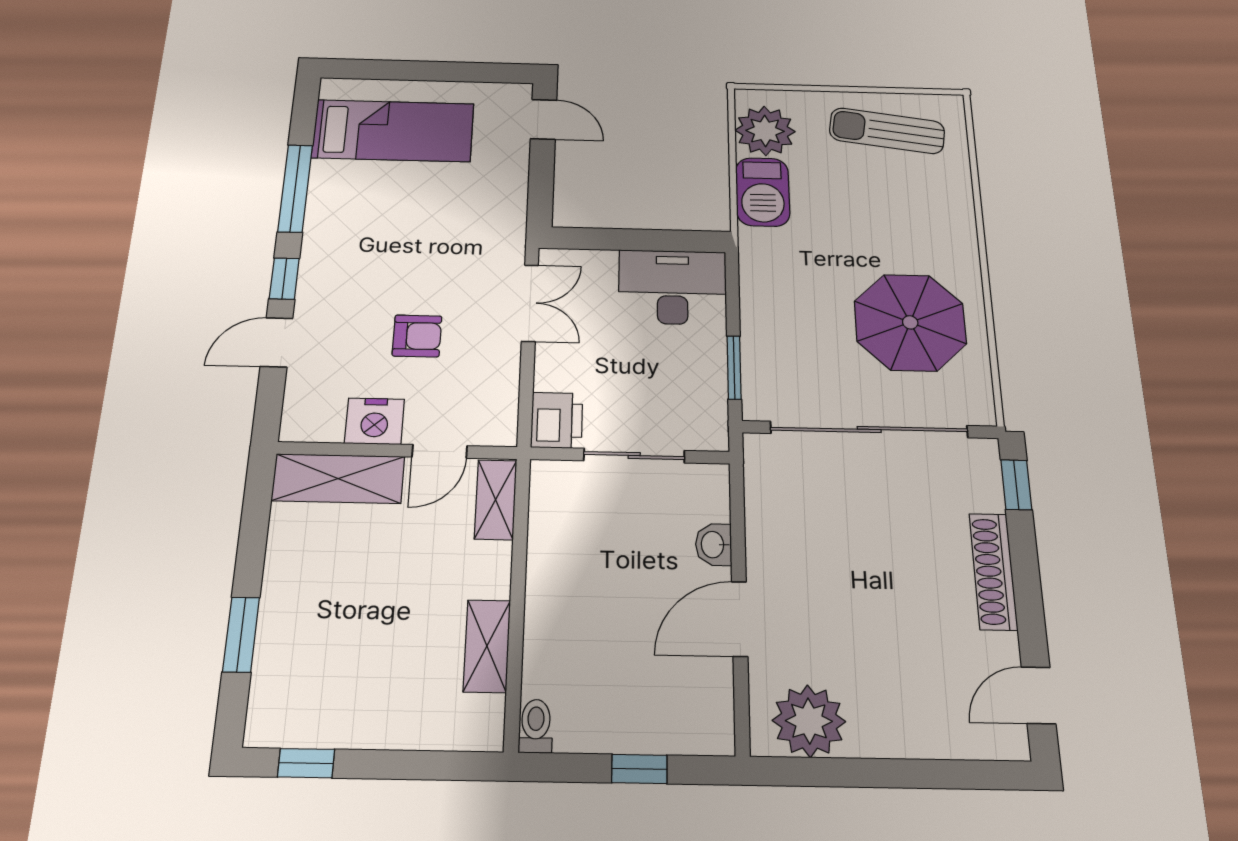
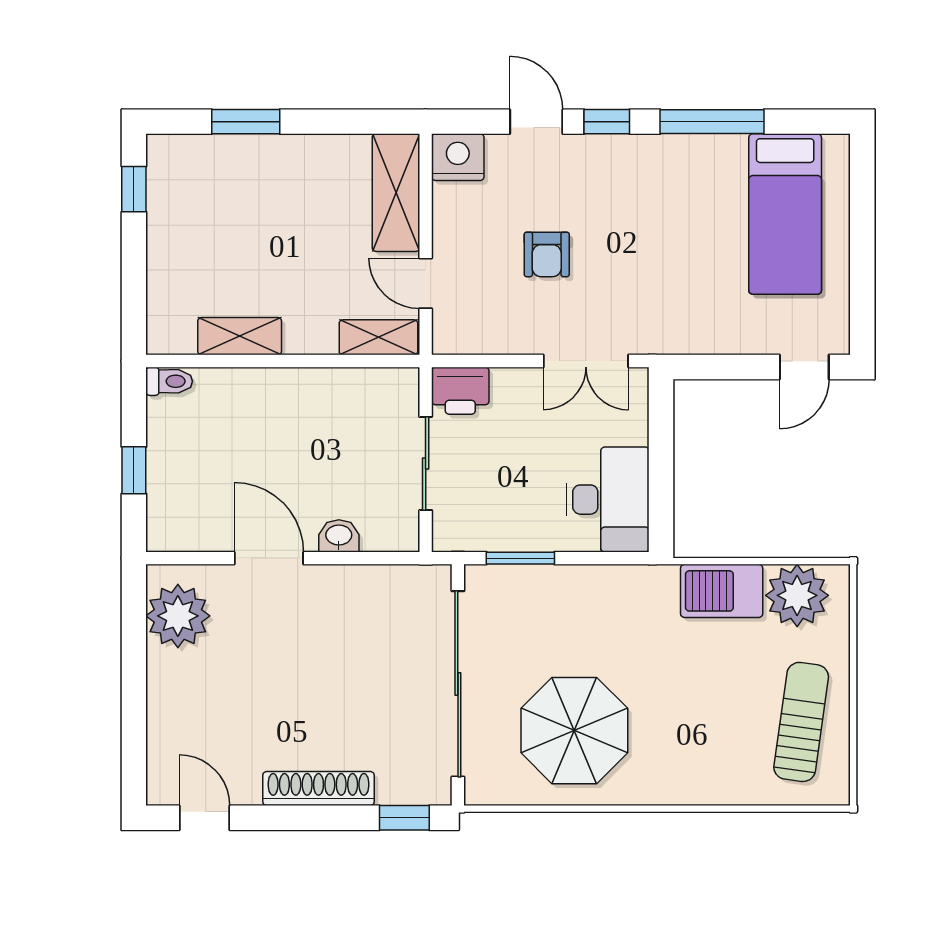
nightstand: (375, 421) -> (458, 157), moved, turned 90

